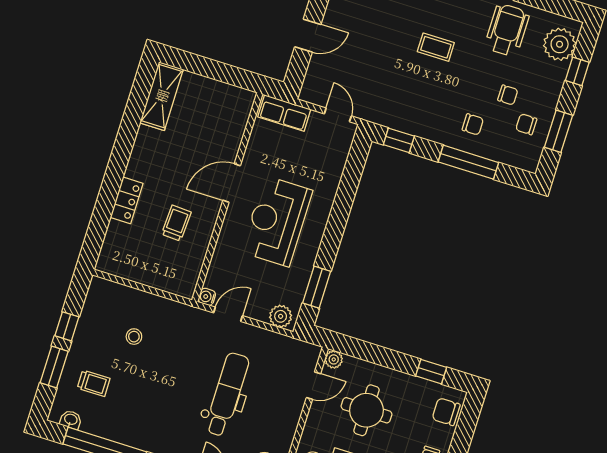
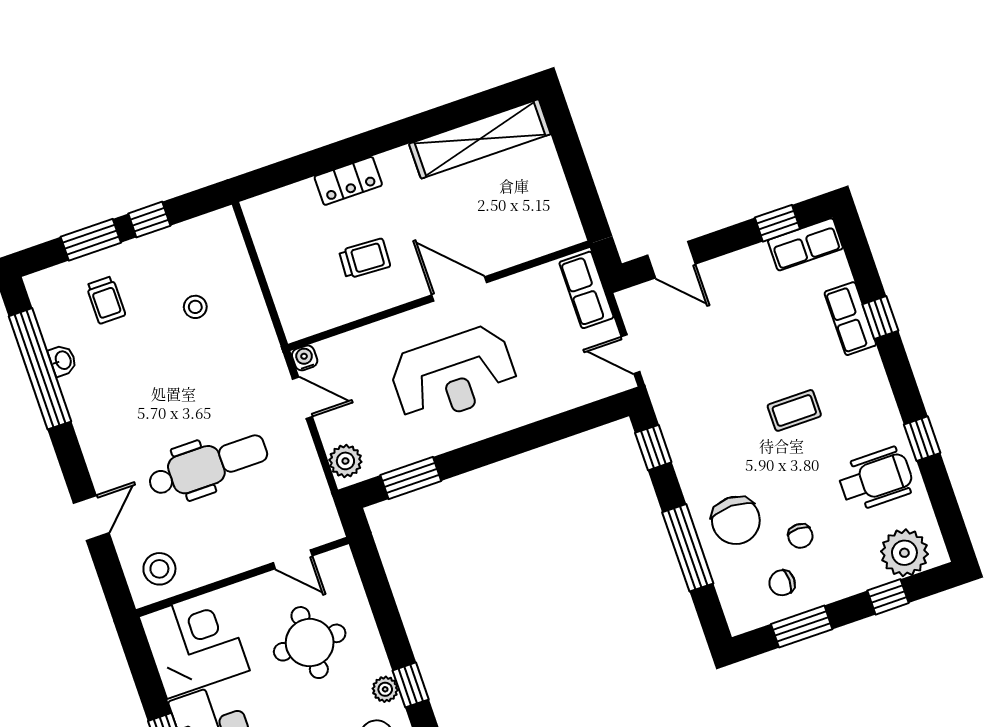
door: (308, 36) -> (671, 260), moved
coffee table: (436, 47) -> (794, 410), turned 90
shelving: (162, 96) -> (480, 139), width x1.47
door: (338, 115) -> (631, 354), swing flipped
chair: (473, 124) -> (736, 520), width x1.87, depth x1.87
chair: (526, 124) -> (782, 583), turned -90
reception desk: (277, 221) -> (453, 375), turned 180
plant: (334, 359) -> (385, 689), moved
washbasin: (71, 420) -> (63, 360), moved

